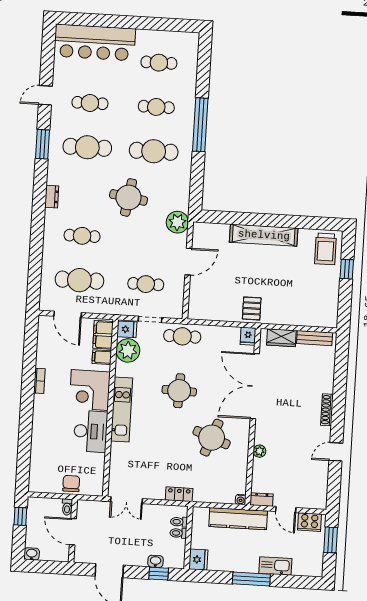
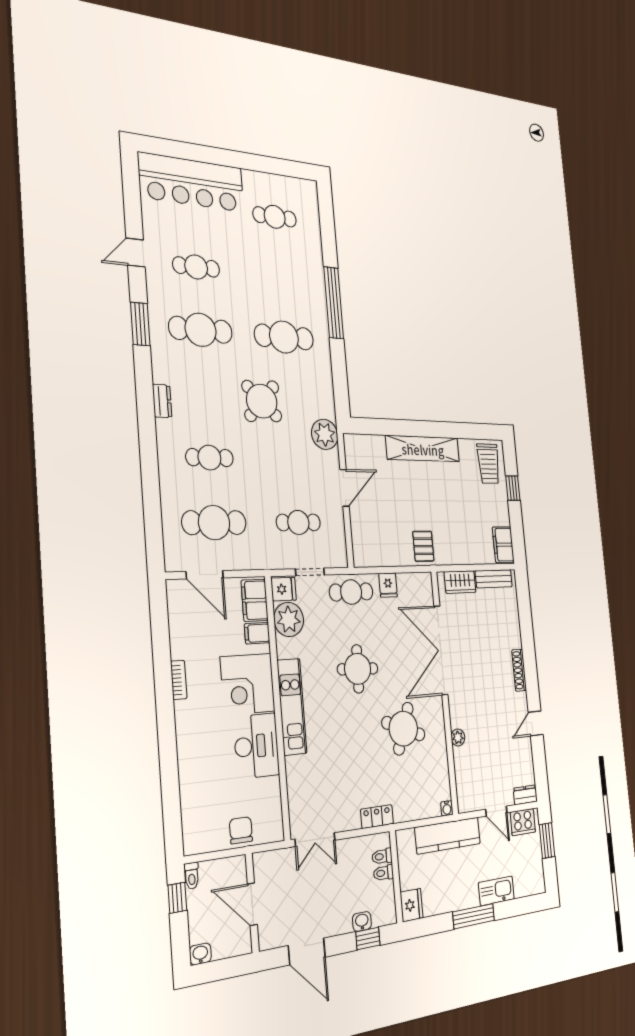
cafe table: (156, 107) -> (279, 277), removed
round table: (129, 197) -> (262, 401), turned 34
filing cabinet: (329, 313) -> (503, 545), added
fridge: (248, 336) -> (388, 585), moved
dresser: (261, 500) -> (525, 795), moved
toilet: (67, 507) -> (192, 876), moved

